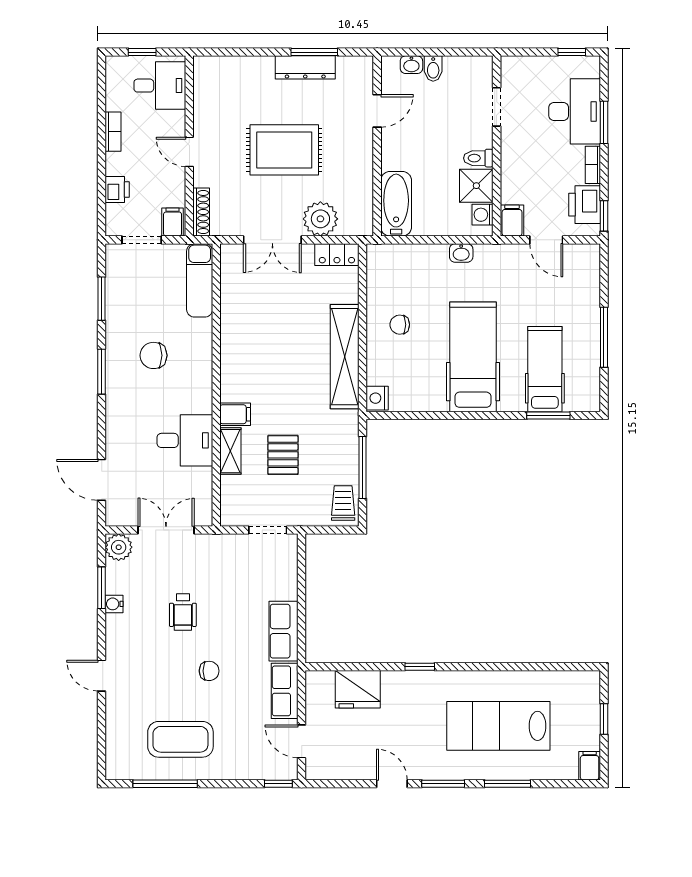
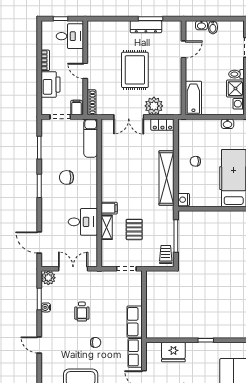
rug: (284, 150) -> (135, 70), turned 90
printer: (117, 189) -> (51, 85), width x1.87, depth x1.48

